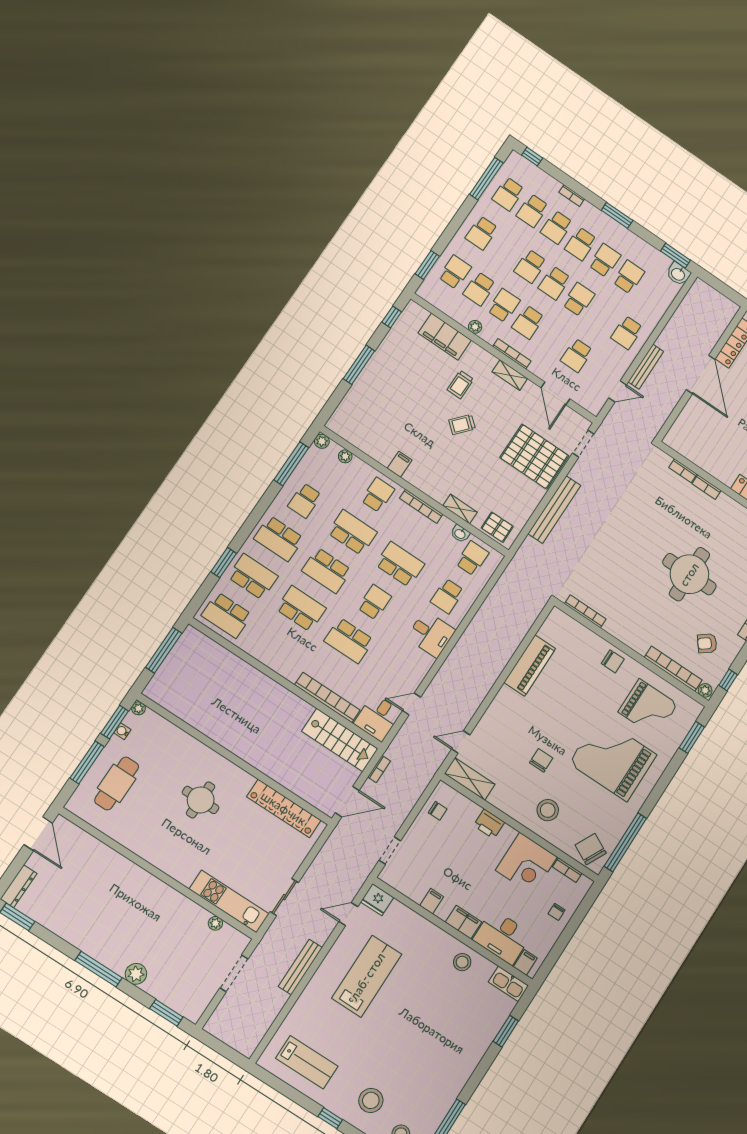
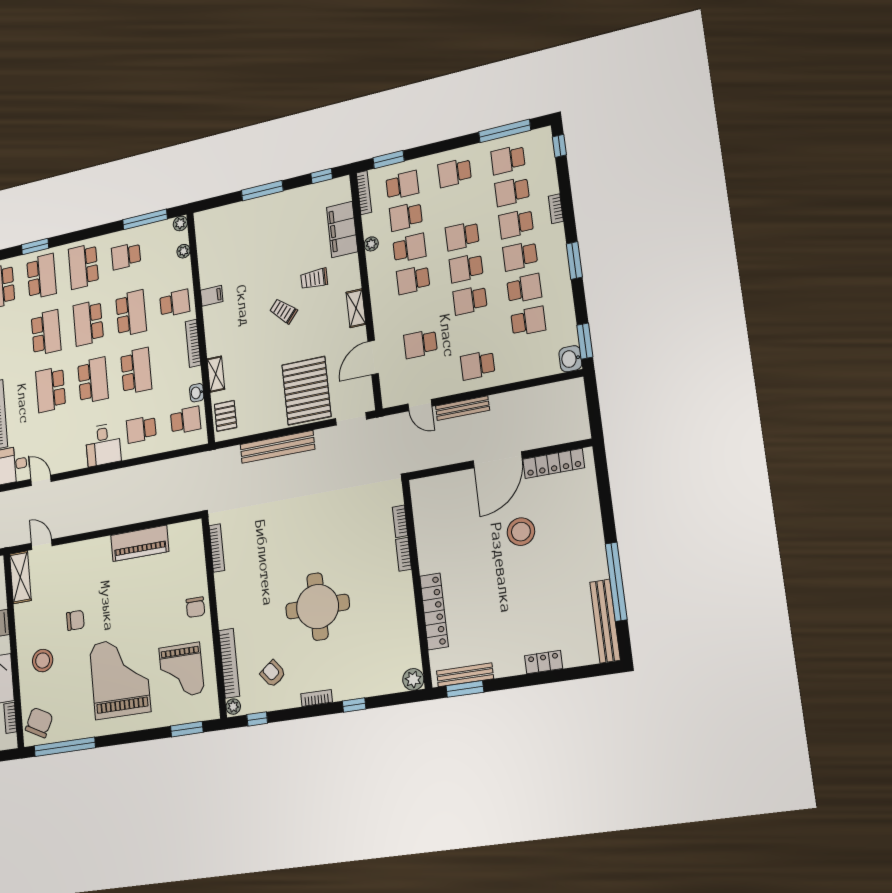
school desk: (579, 299) -> (470, 300), turned 180
bookcase: (512, 354) -> (364, 193), moved
school desk: (375, 602) -> (93, 380), width x1.85

